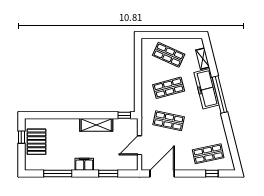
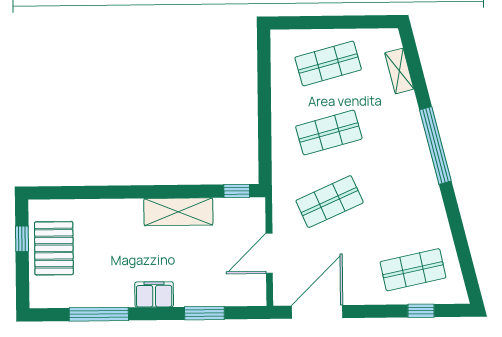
shop shelf: (169, 55) -> (328, 64), turned -39
freezer: (206, 89) -> (408, 134), removed
shop shelf: (169, 121) -> (330, 202), turned -36

